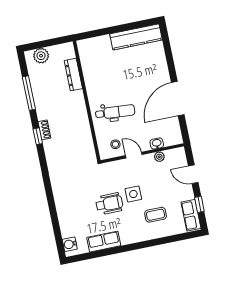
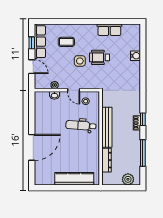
kitchen counter: (136, 37) -> (74, 179), moved
door: (178, 99) -> (32, 147), moved
bench: (82, 117) -> (107, 127), added
row of seats: (191, 215) -> (40, 42), width x1.48
water cooler: (70, 244) -> (135, 56), moved

